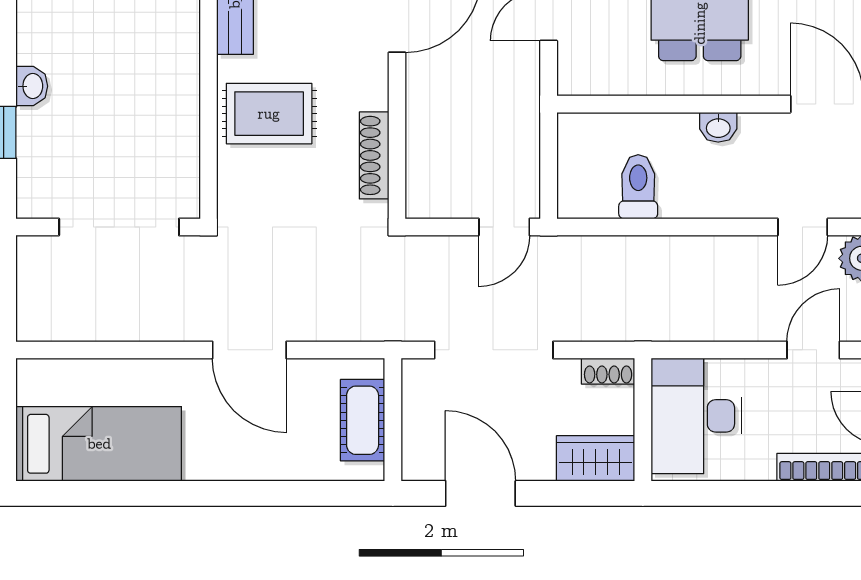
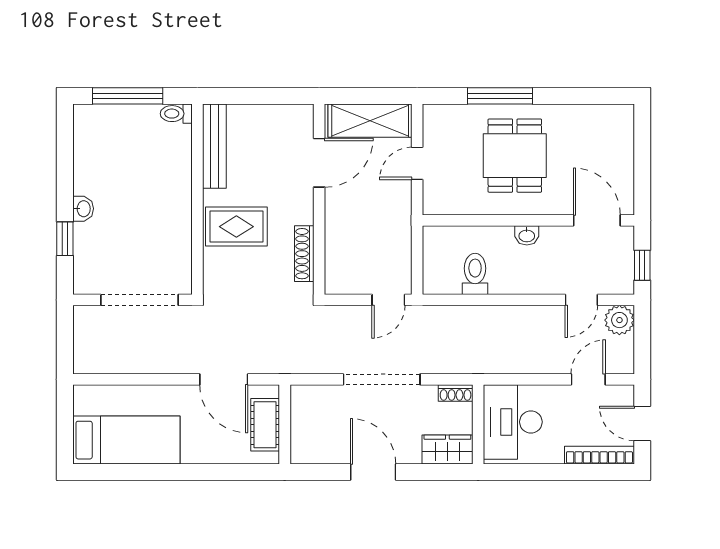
cot: (363, 420) -> (265, 425), moved
wall: (393, 420) -> (285, 424), moved

